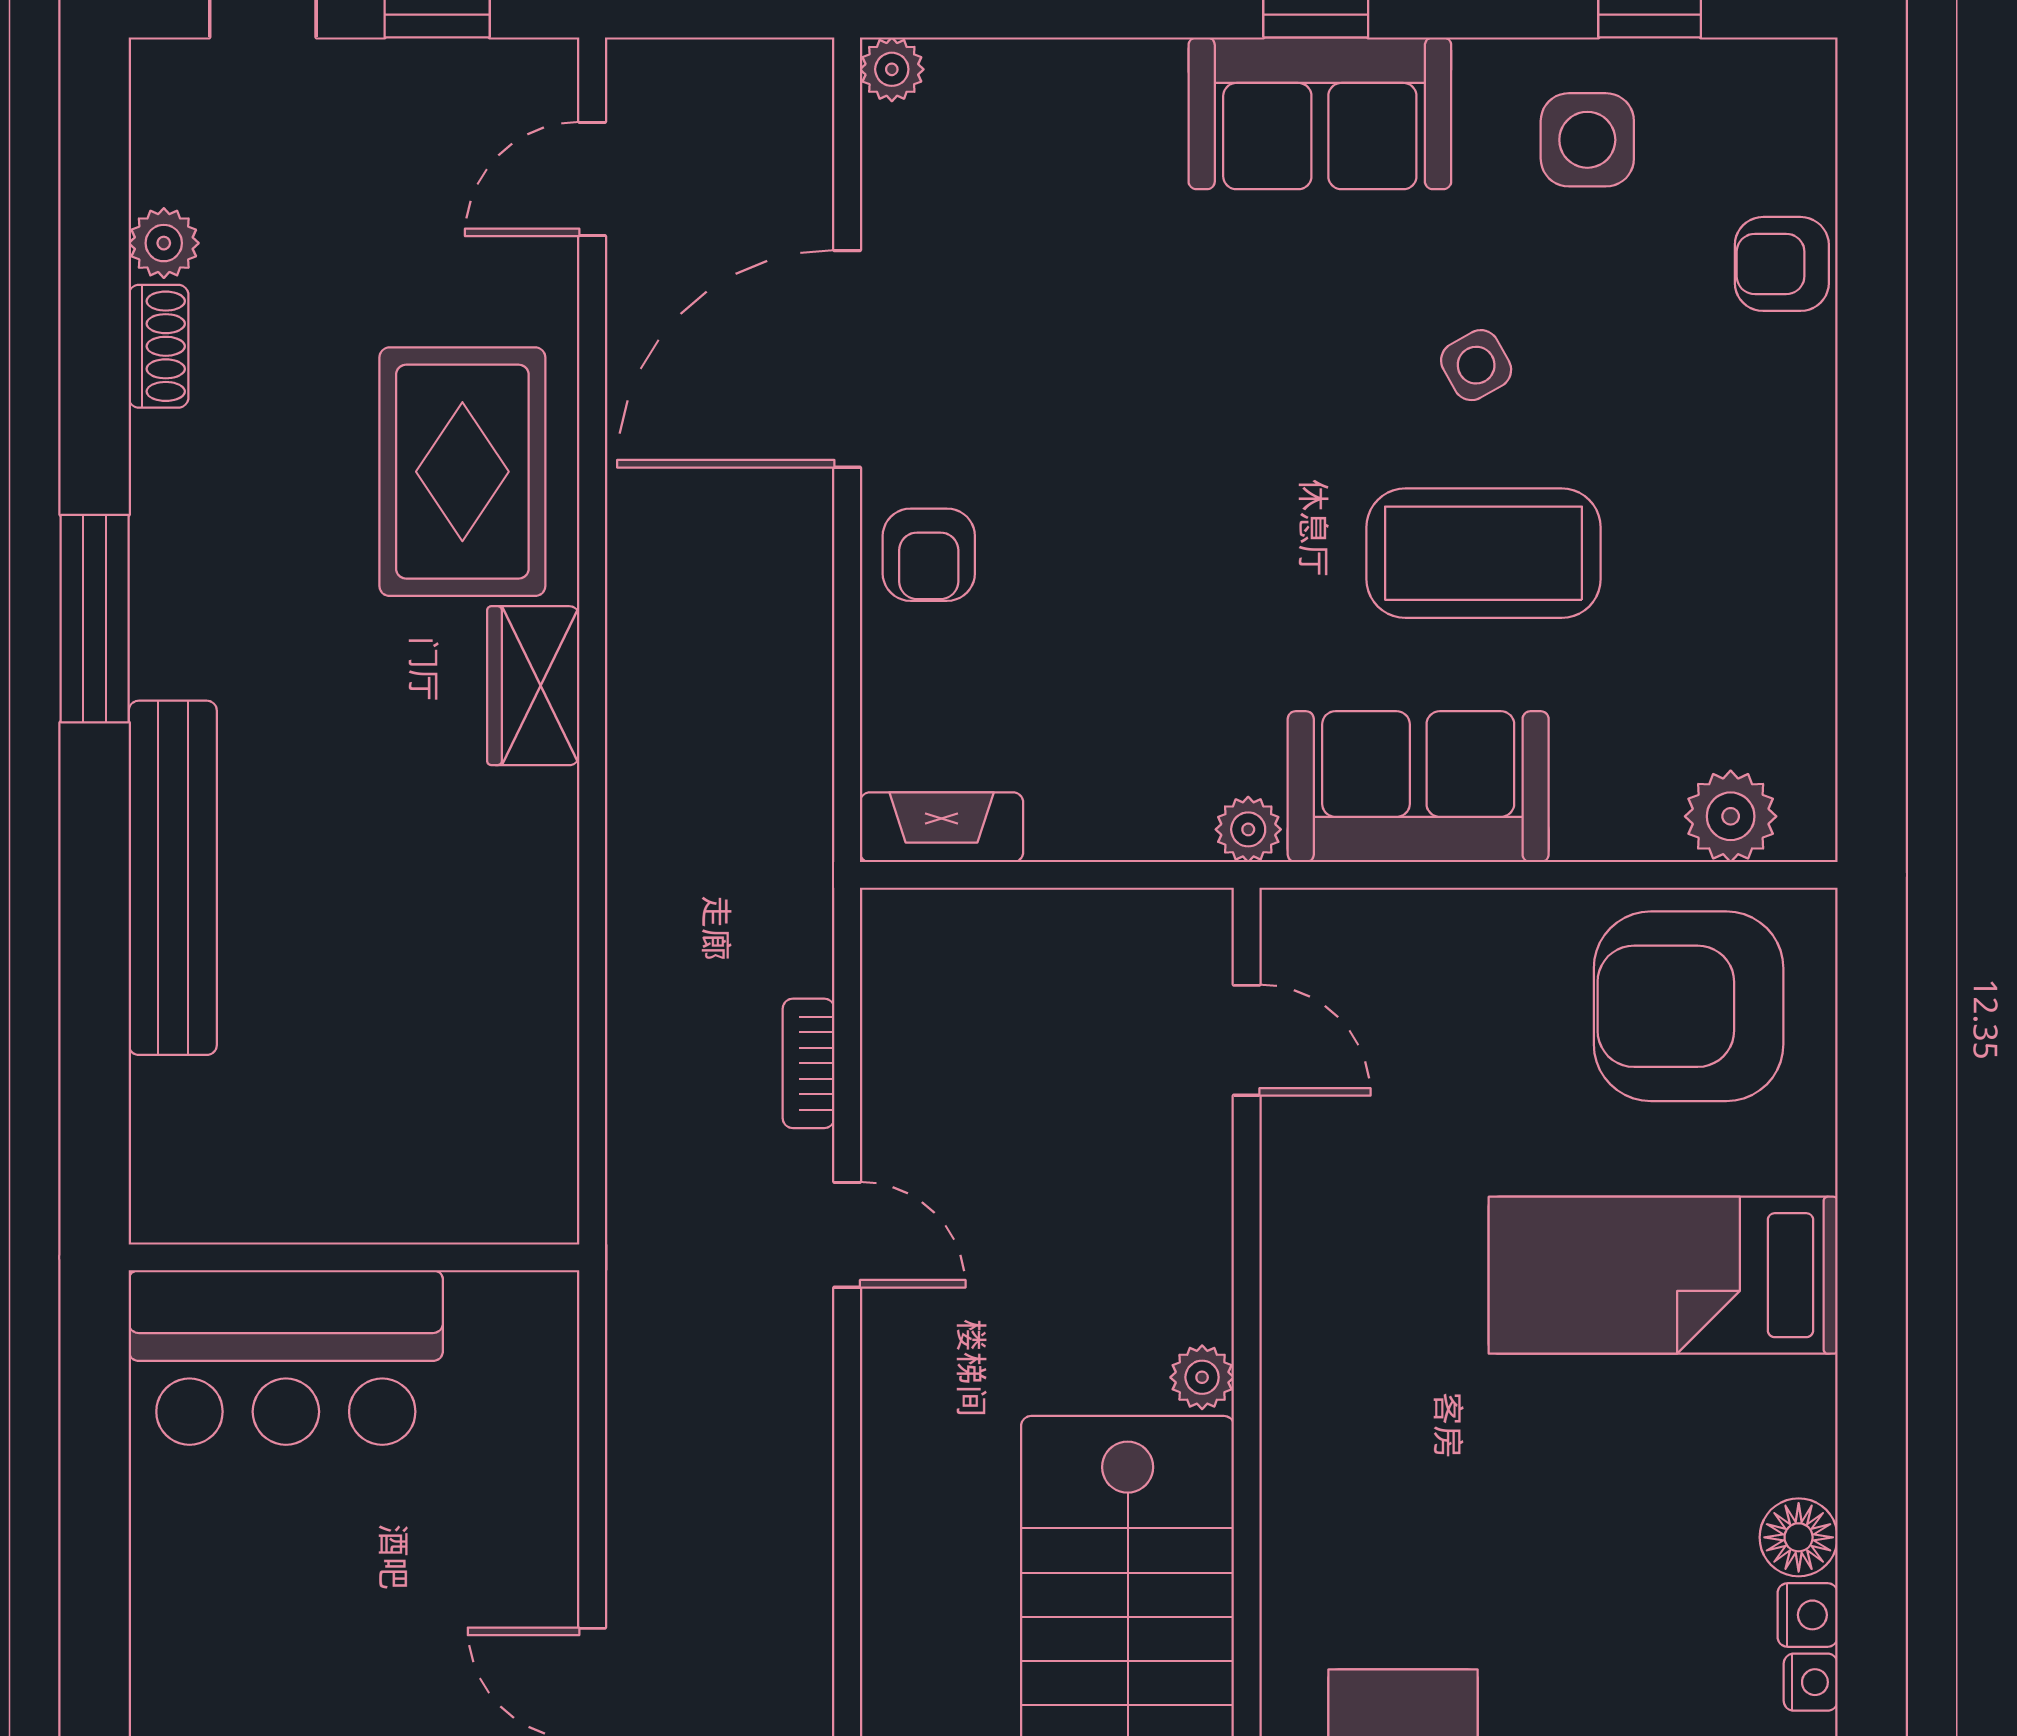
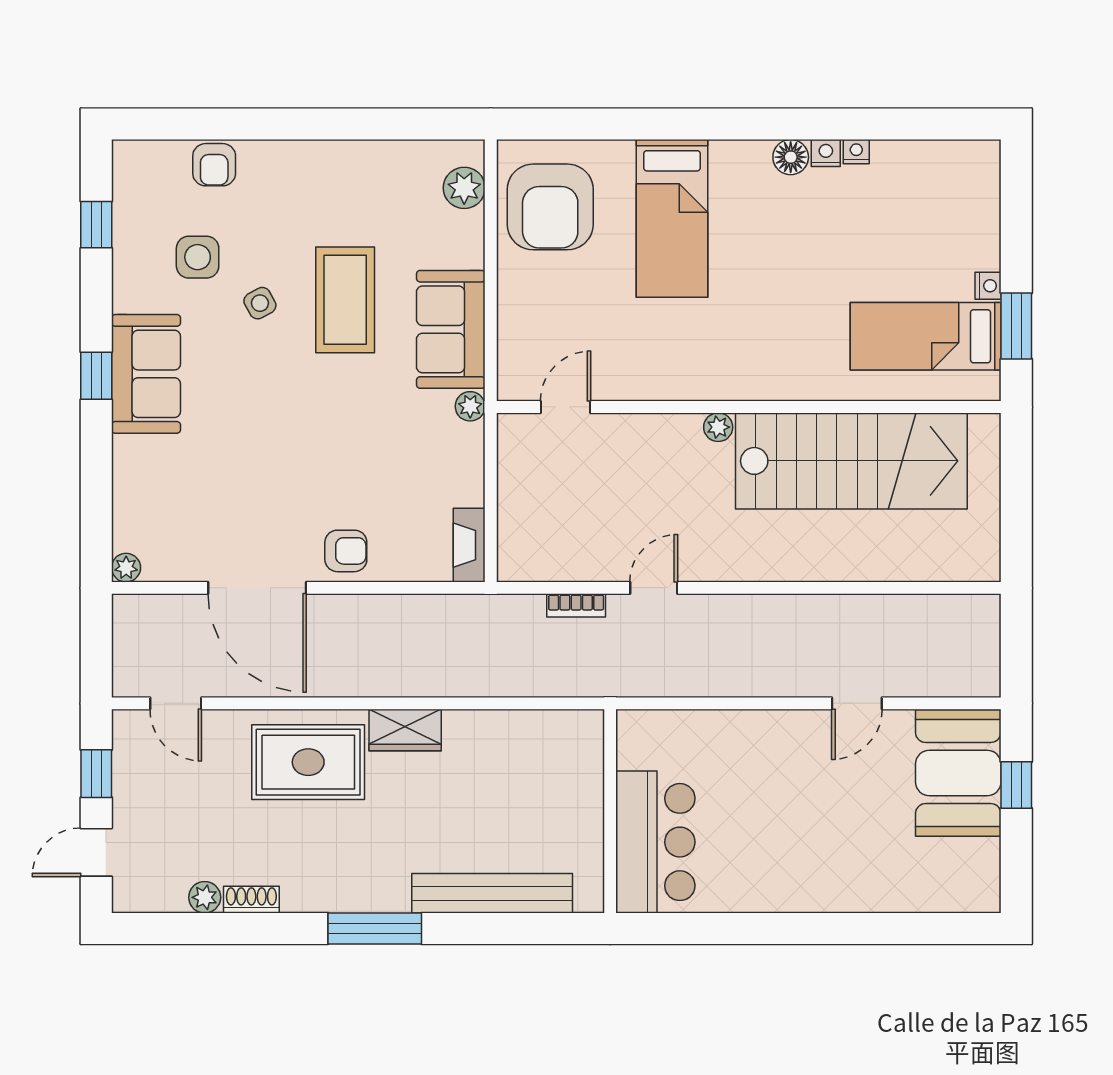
side table: (1587, 140) -> (198, 257), moved
wall: (354, 1257) -> (610, 811), moved
bar counter: (286, 1357) -> (655, 842), moved

